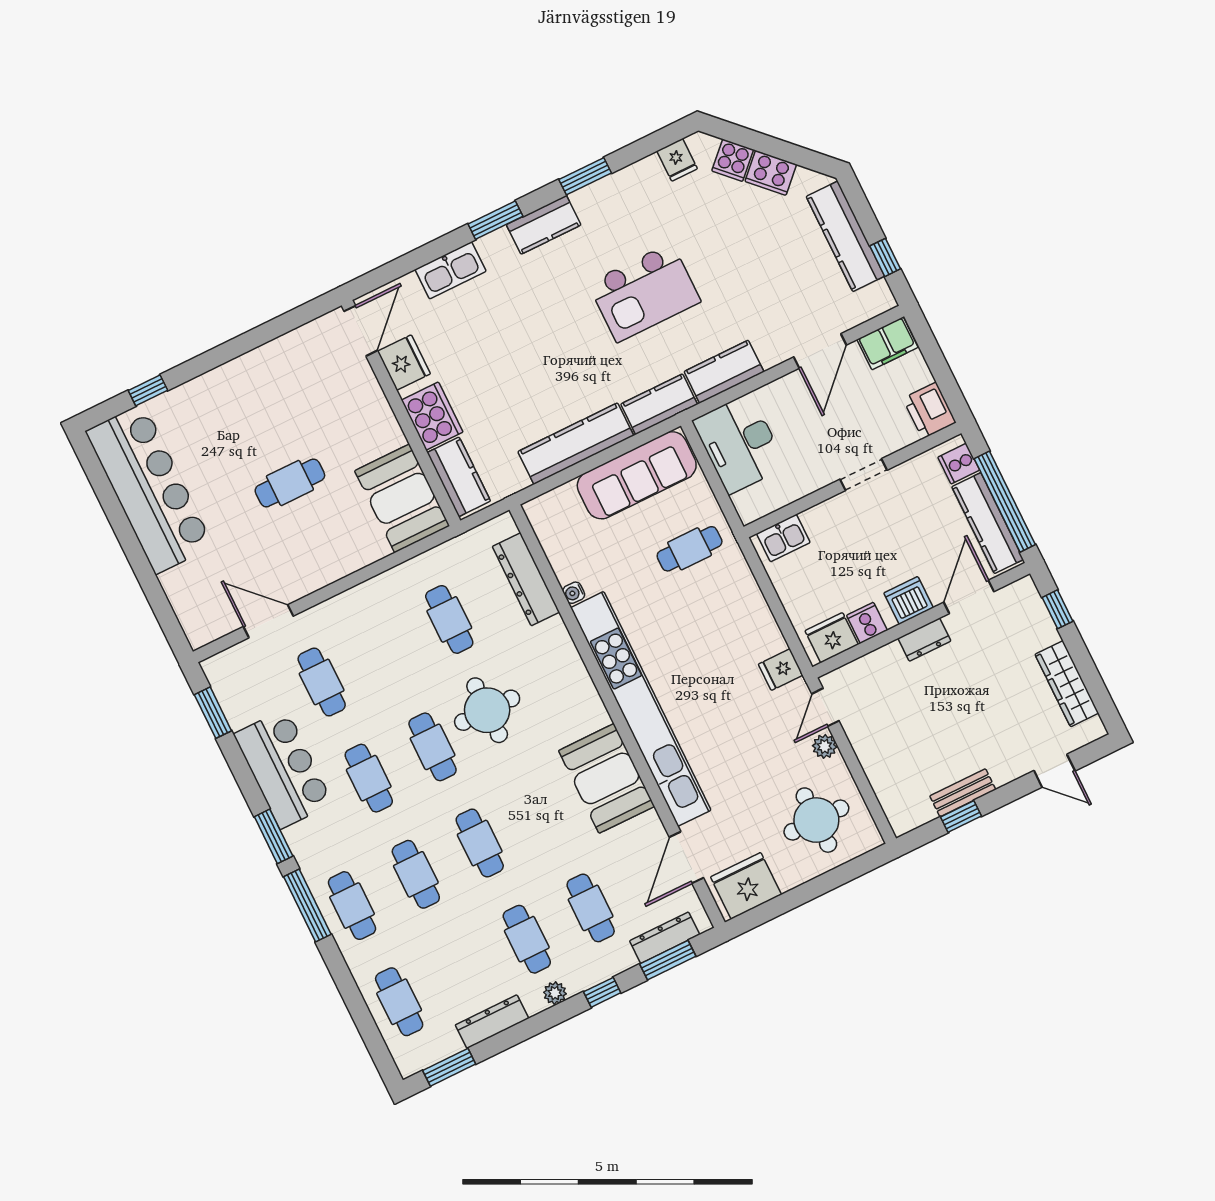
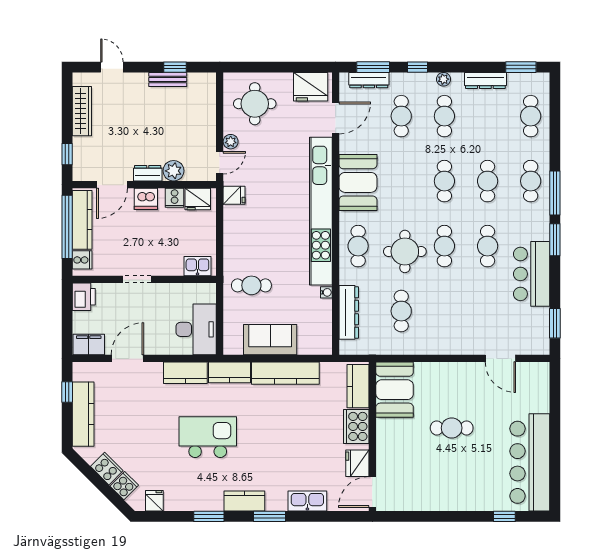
sofa: (637, 475) -> (270, 340), width x0.73
plant: (888, 662) -> (173, 171), added
cafe table: (322, 682) -> (358, 246), moved

